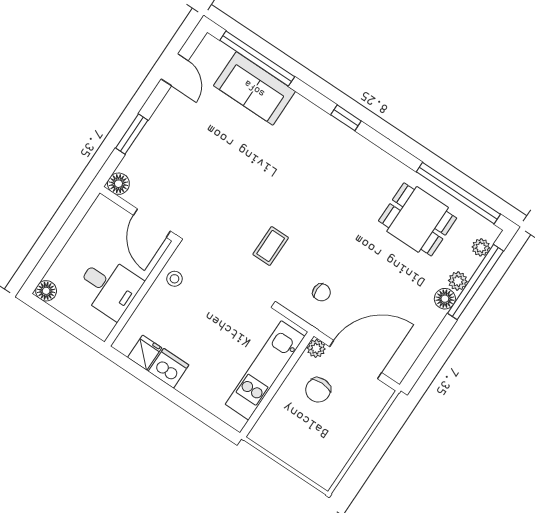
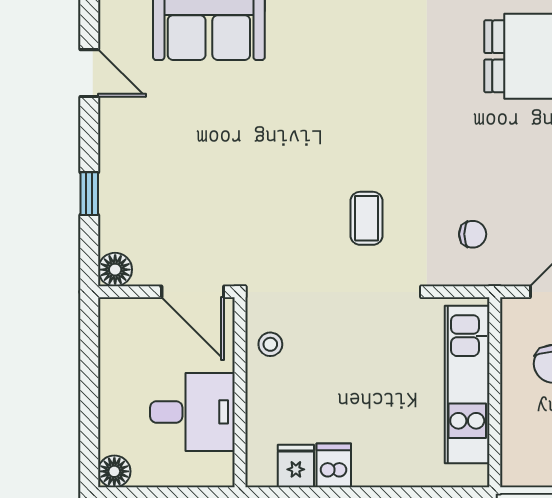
window: (132, 134) -> (89, 194), width x0.67
plant: (316, 348) -> (515, 312), removed
dishwasher: (169, 368) -> (334, 465), width x0.73

